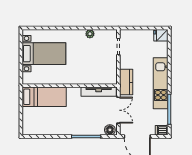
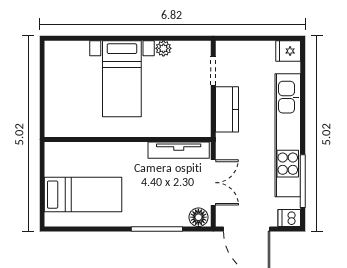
bed with nightstands: (44, 54) -> (122, 79), moved, turned 90
kitchen counter: (126, 82) -> (227, 109), moved
kitchen unit: (161, 83) -> (288, 135), width x1.36
bed: (44, 97) -> (83, 195), moved

